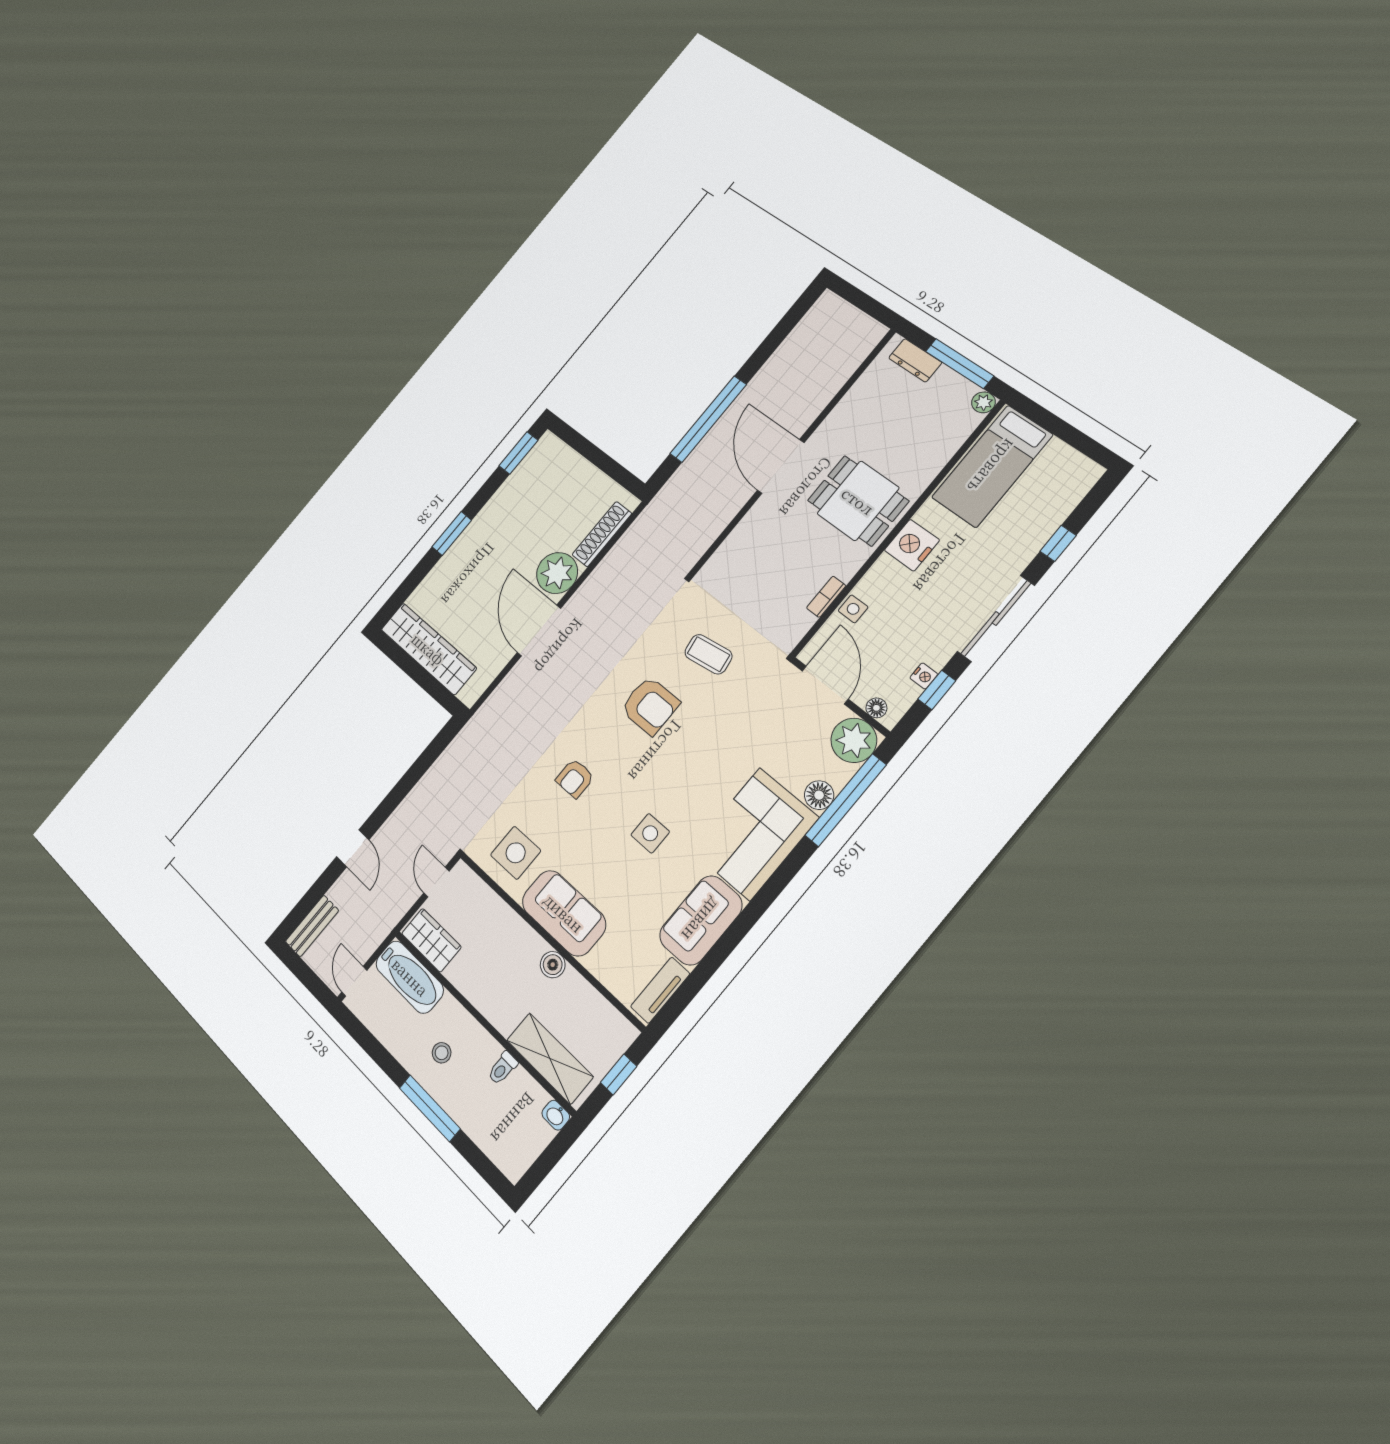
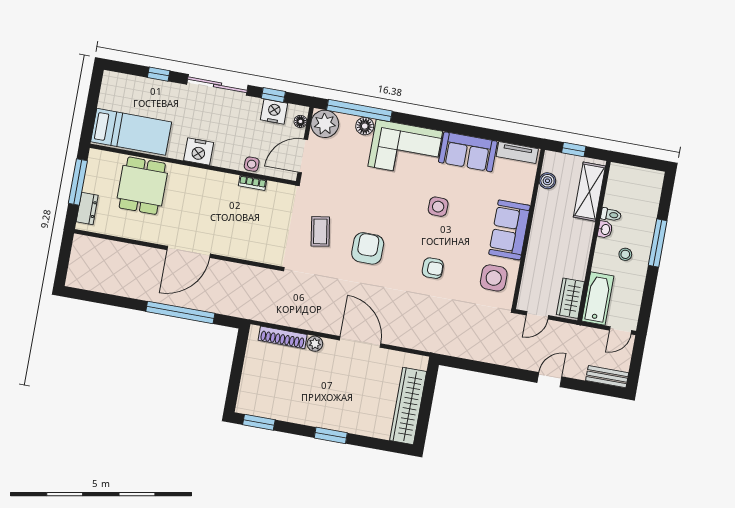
plant: (983, 402) -> (95, 156), removed
dining table: (858, 501) -> (142, 186), moved
plant: (557, 573) -> (315, 344), width x0.53, depth x0.53
door: (539, 630) -> (360, 342), swing flipped
nightstand: (924, 676) -> (274, 112), width x1.89, depth x1.79
boiler: (553, 965) -> (547, 181), moved
washbasin: (556, 1115) -> (605, 229), moved

